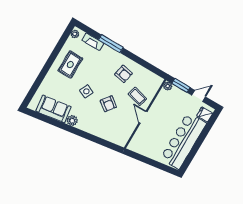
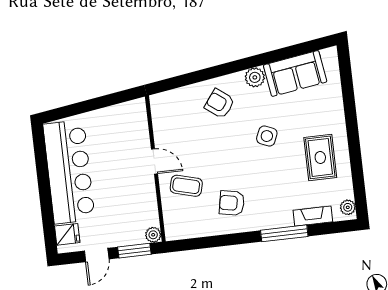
armchair: (108, 104) -> (220, 104), moved

